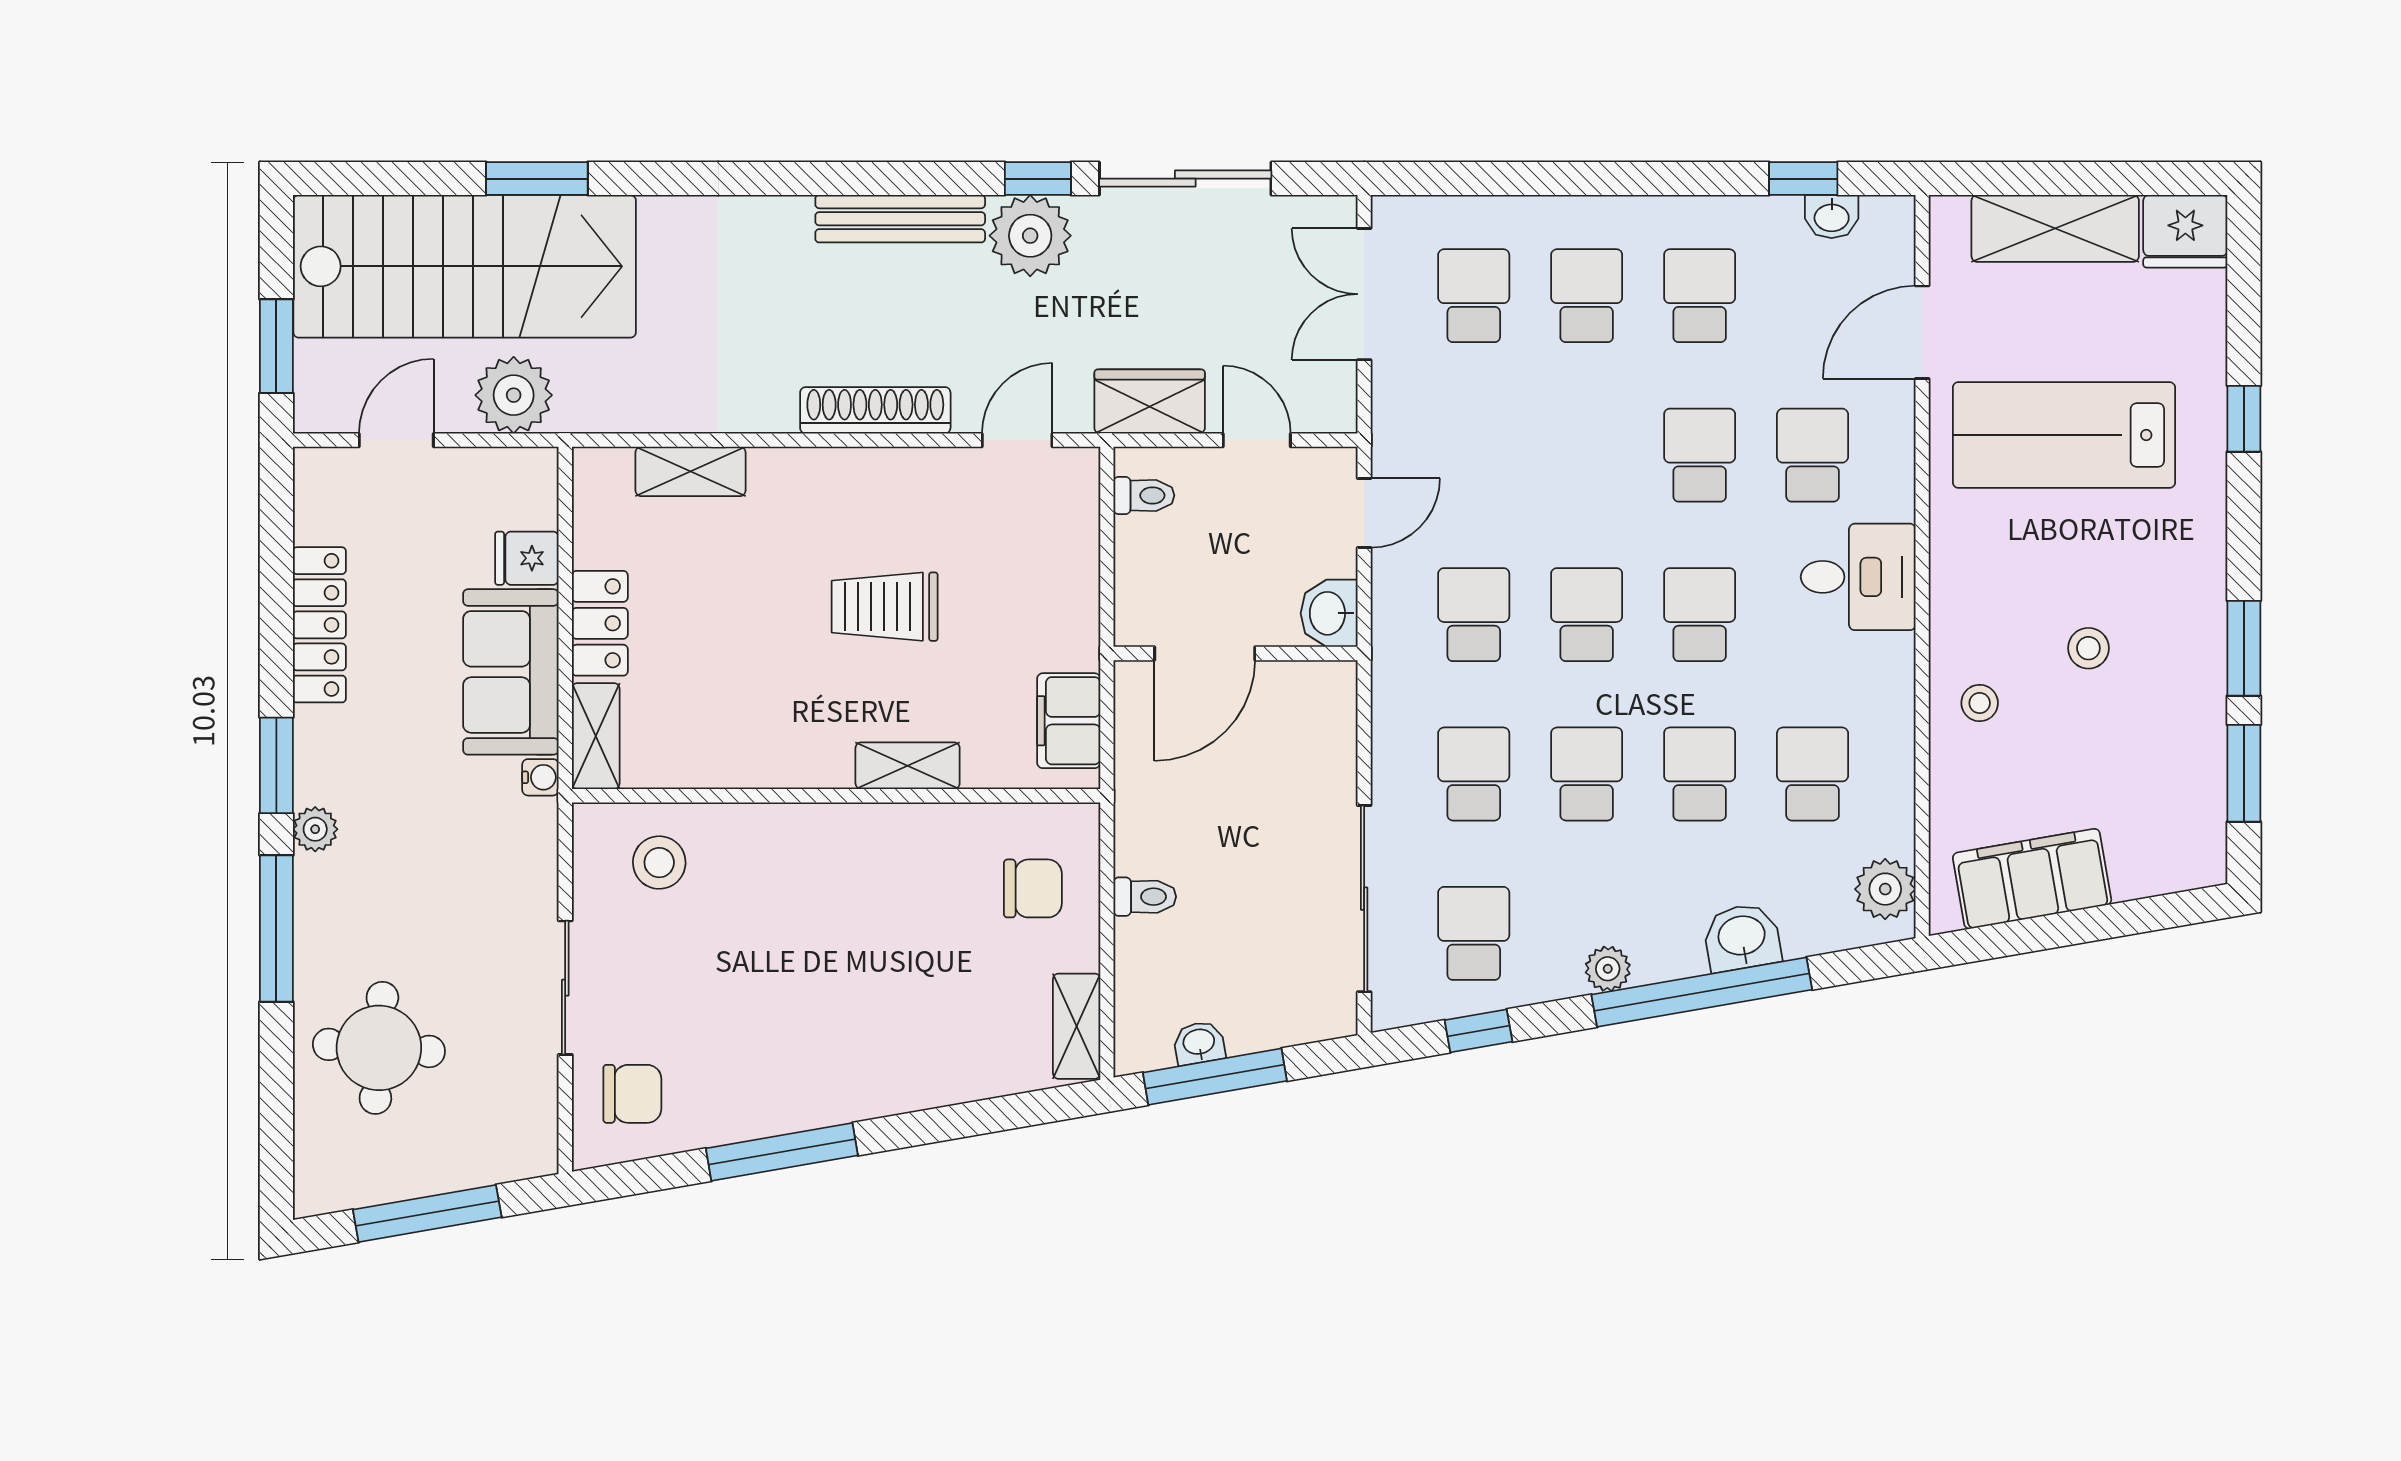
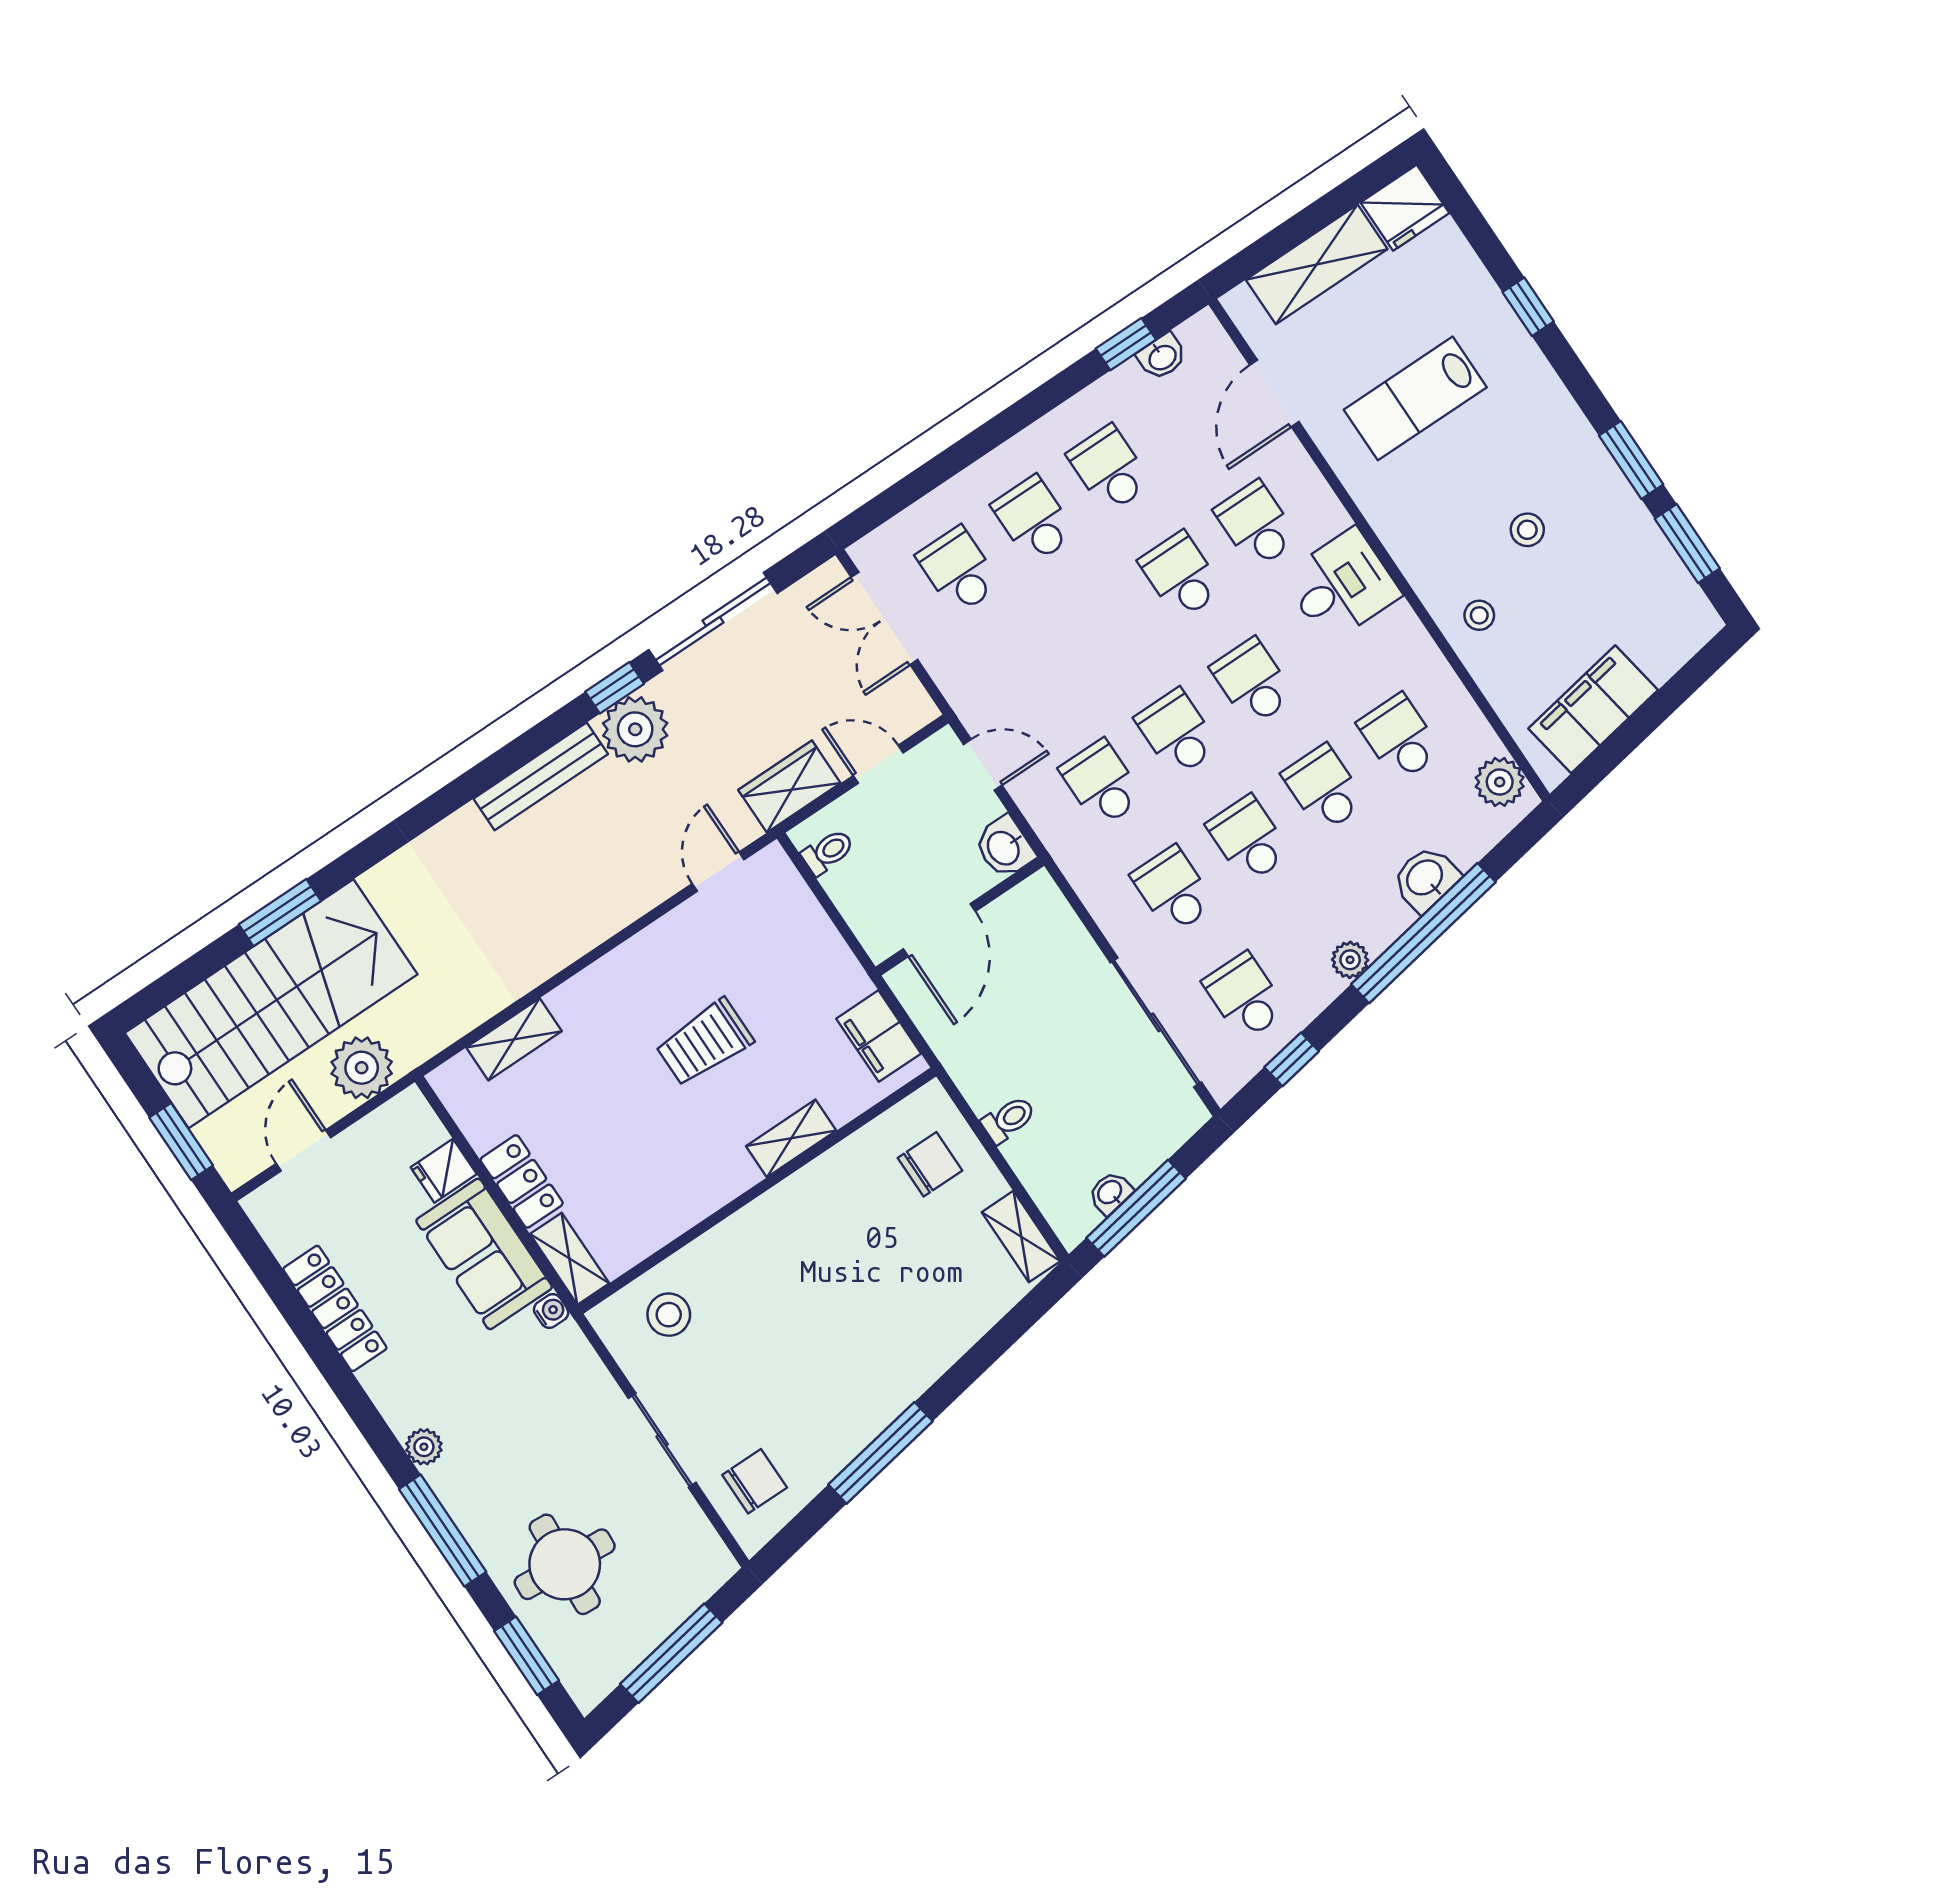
shoe rack: (875, 410) -> (610, 915), removed
lab bench: (2064, 435) -> (1415, 398), width x0.73, depth x0.72
door: (1364, 513) -> (983, 765), hinge flipped
window: (276, 765) -> (527, 1656), moved

